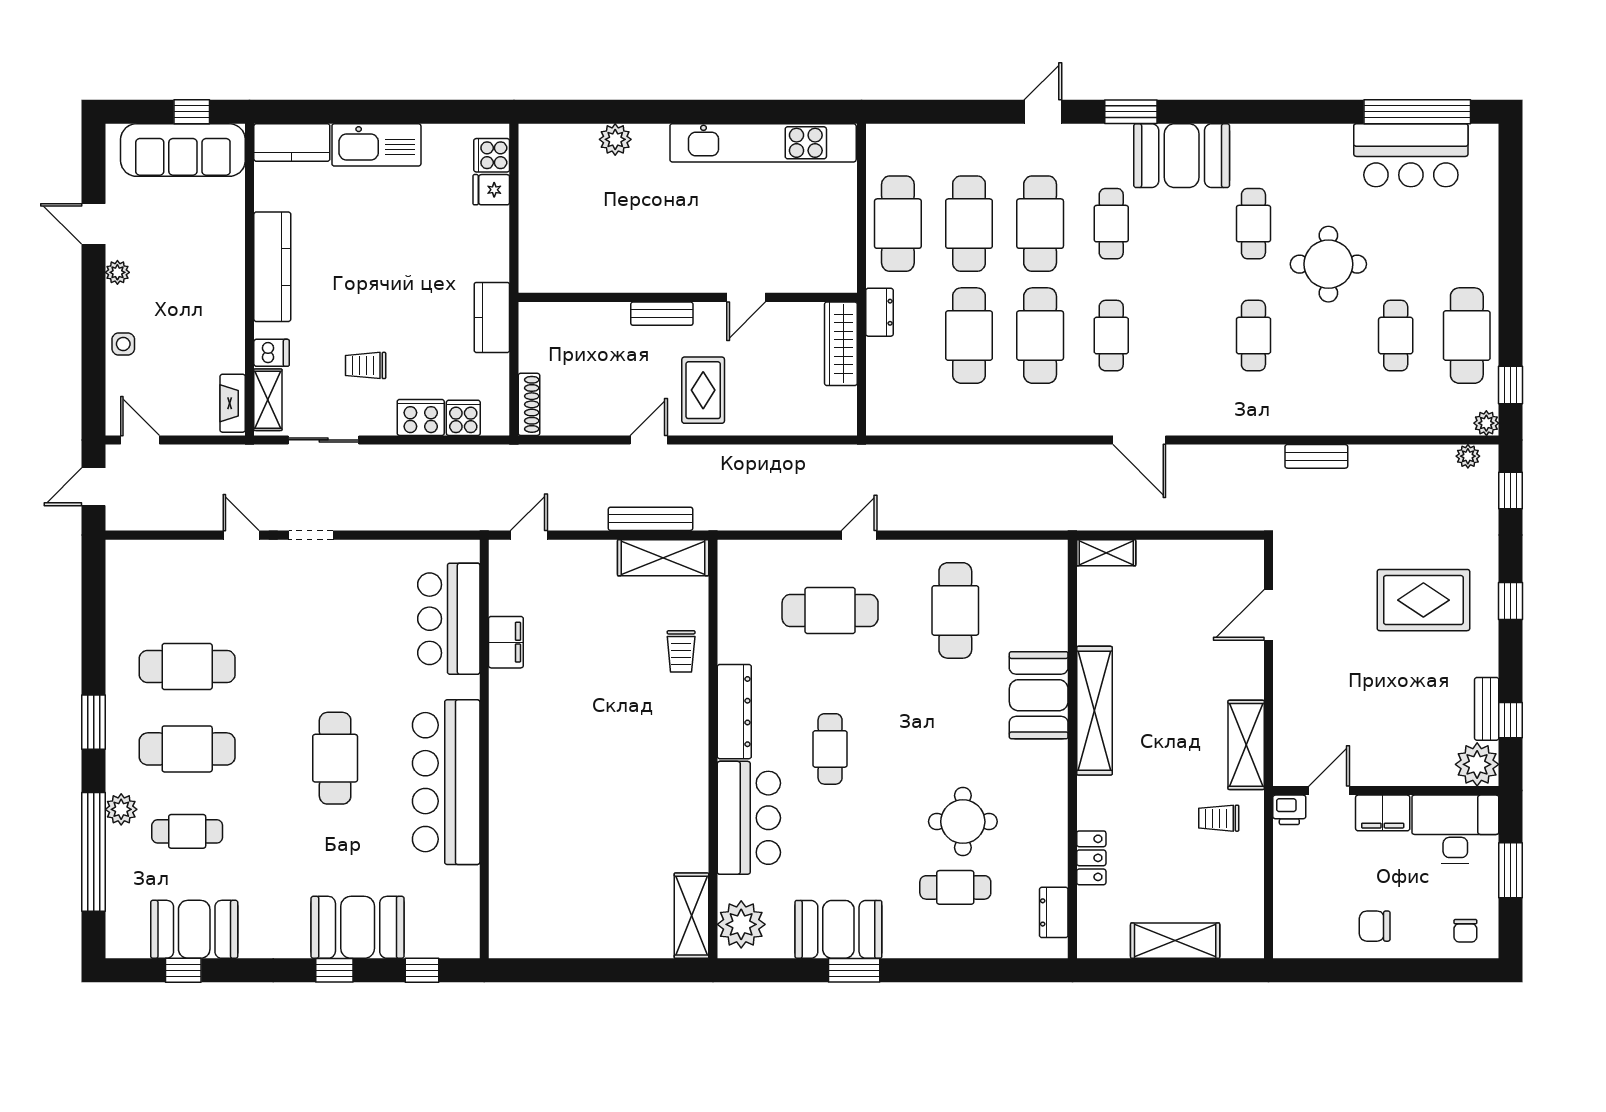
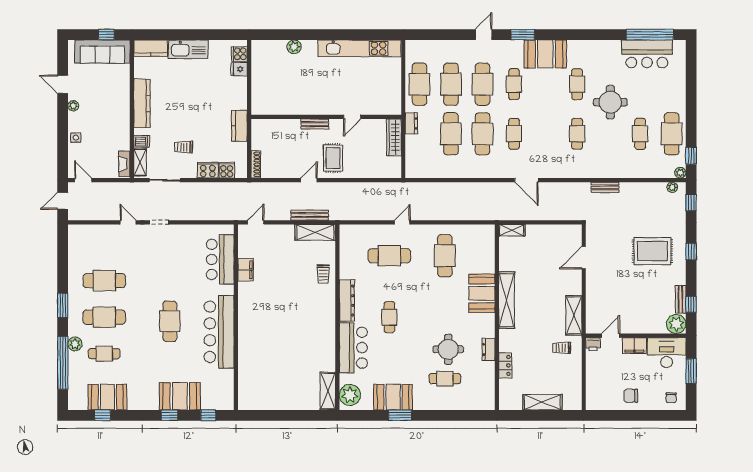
dresser: (1054, 912) -> (489, 349), moved

